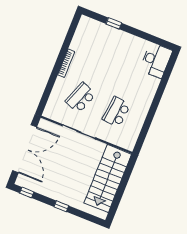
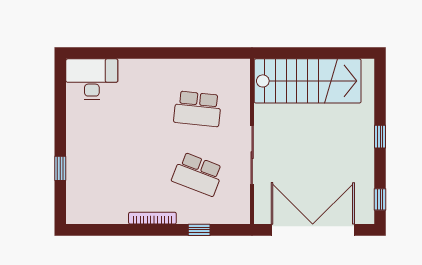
window: (50, 86) -> (199, 230), added

